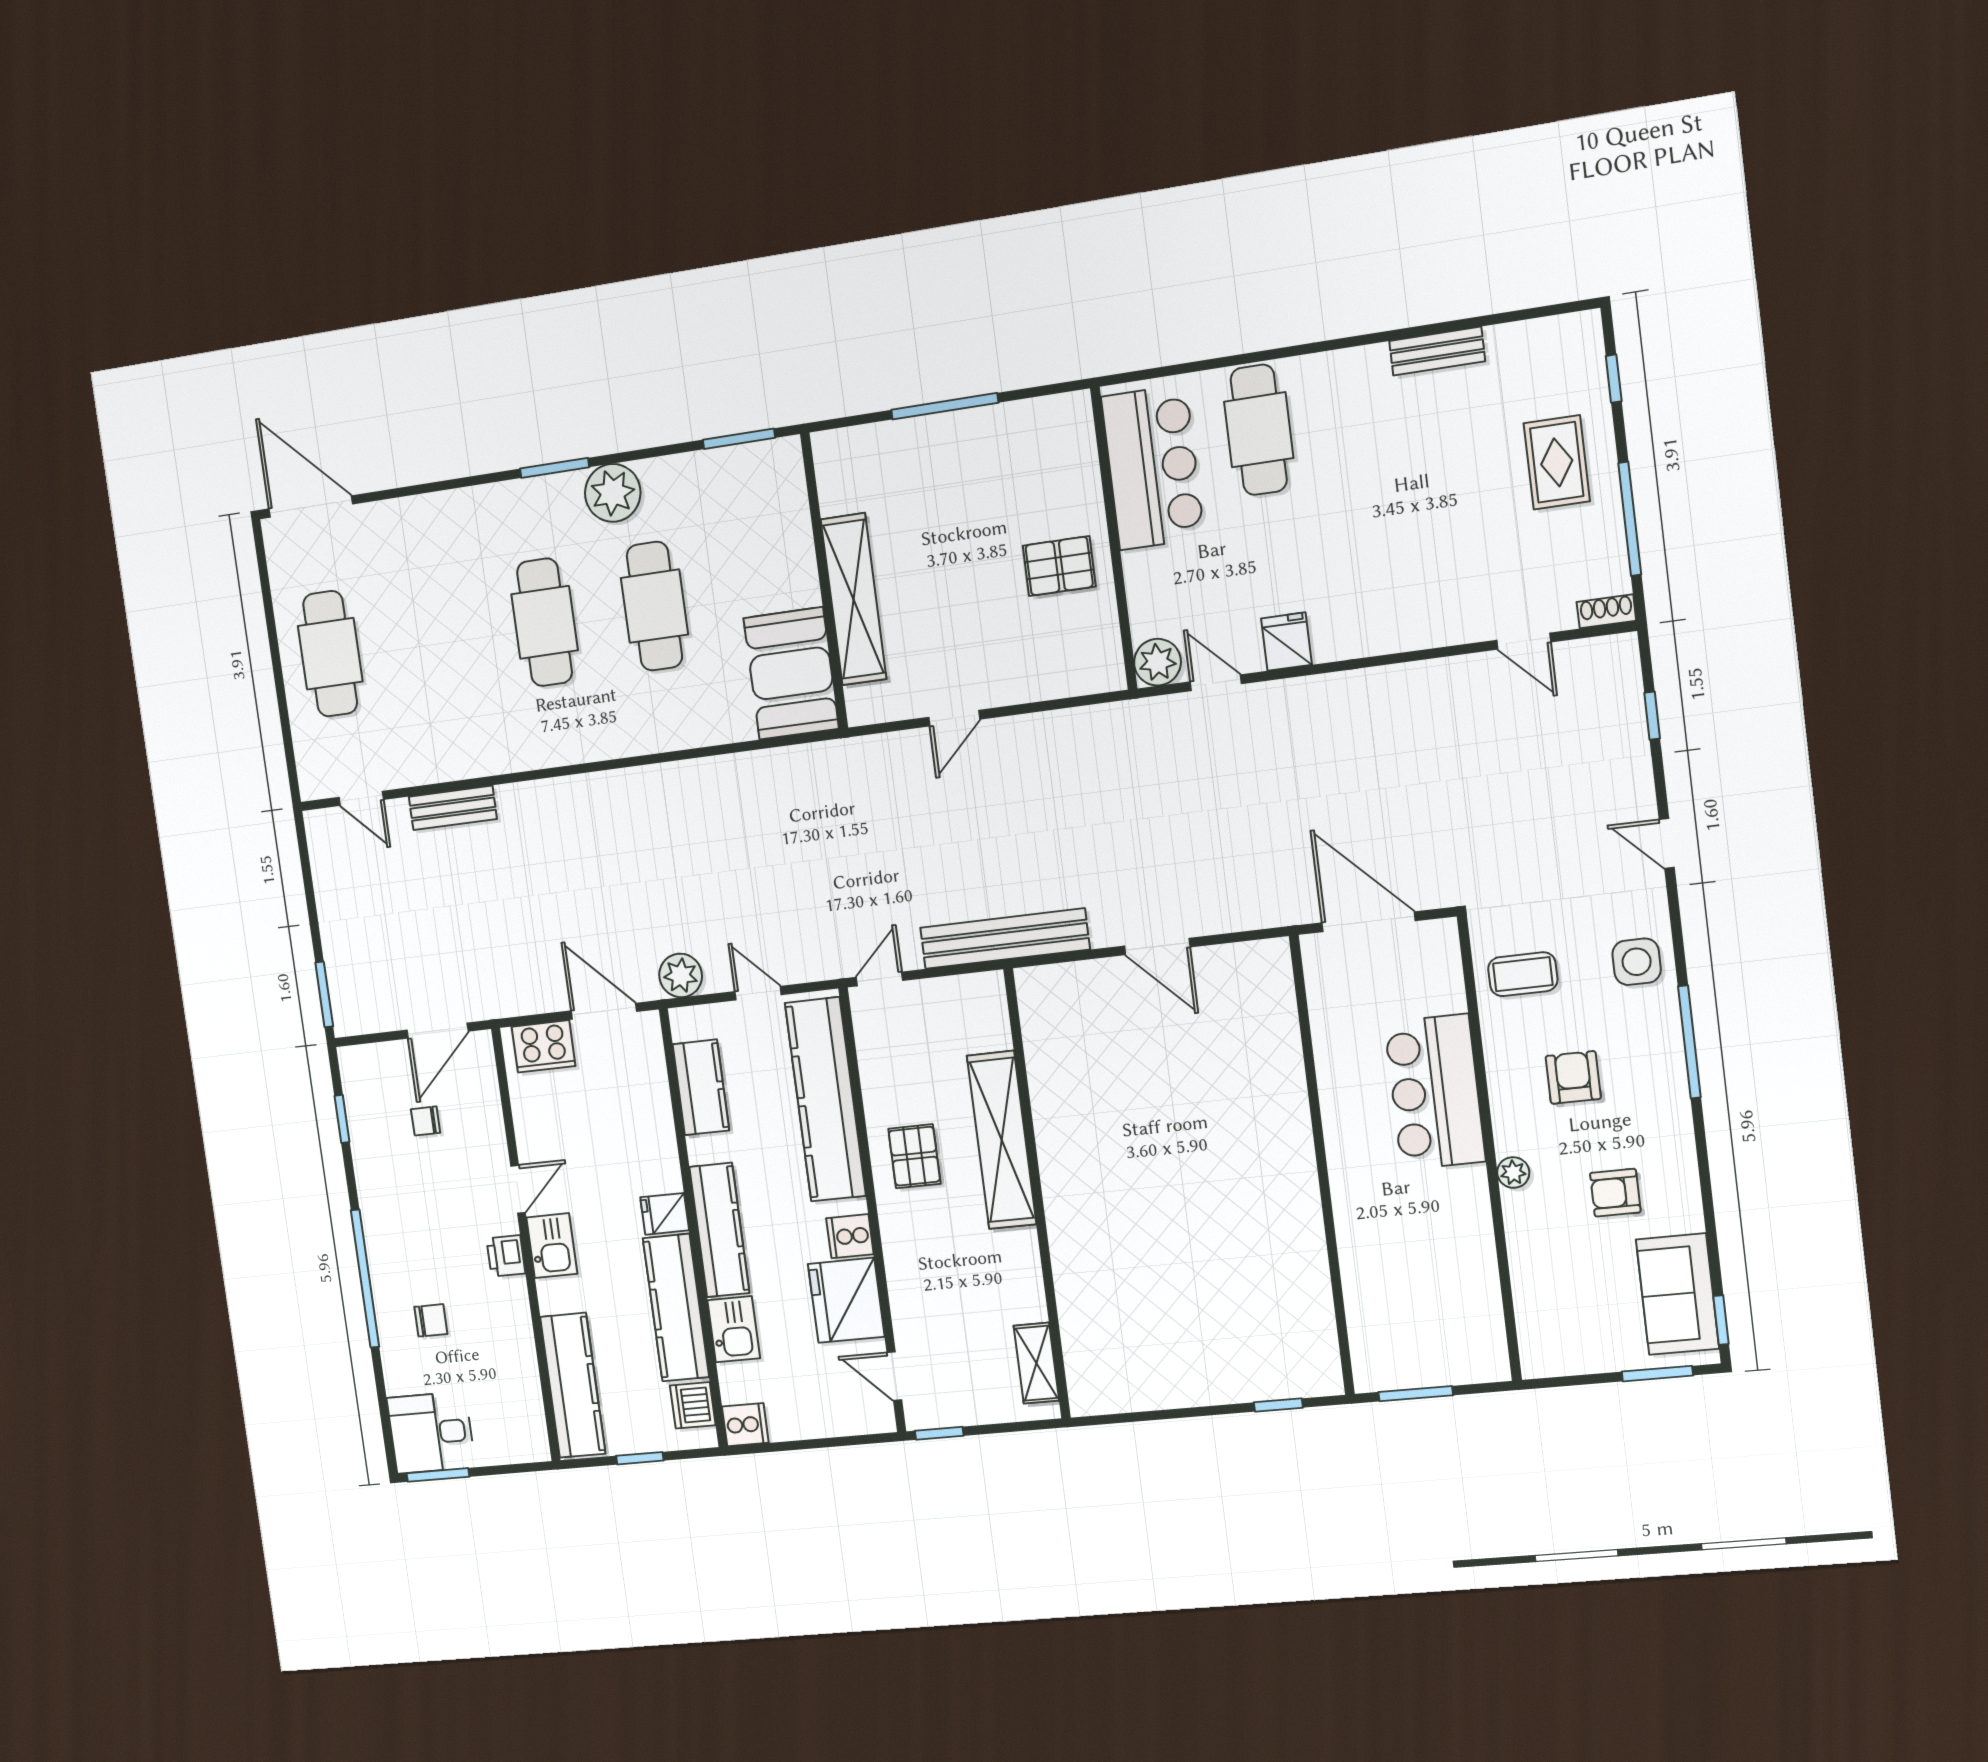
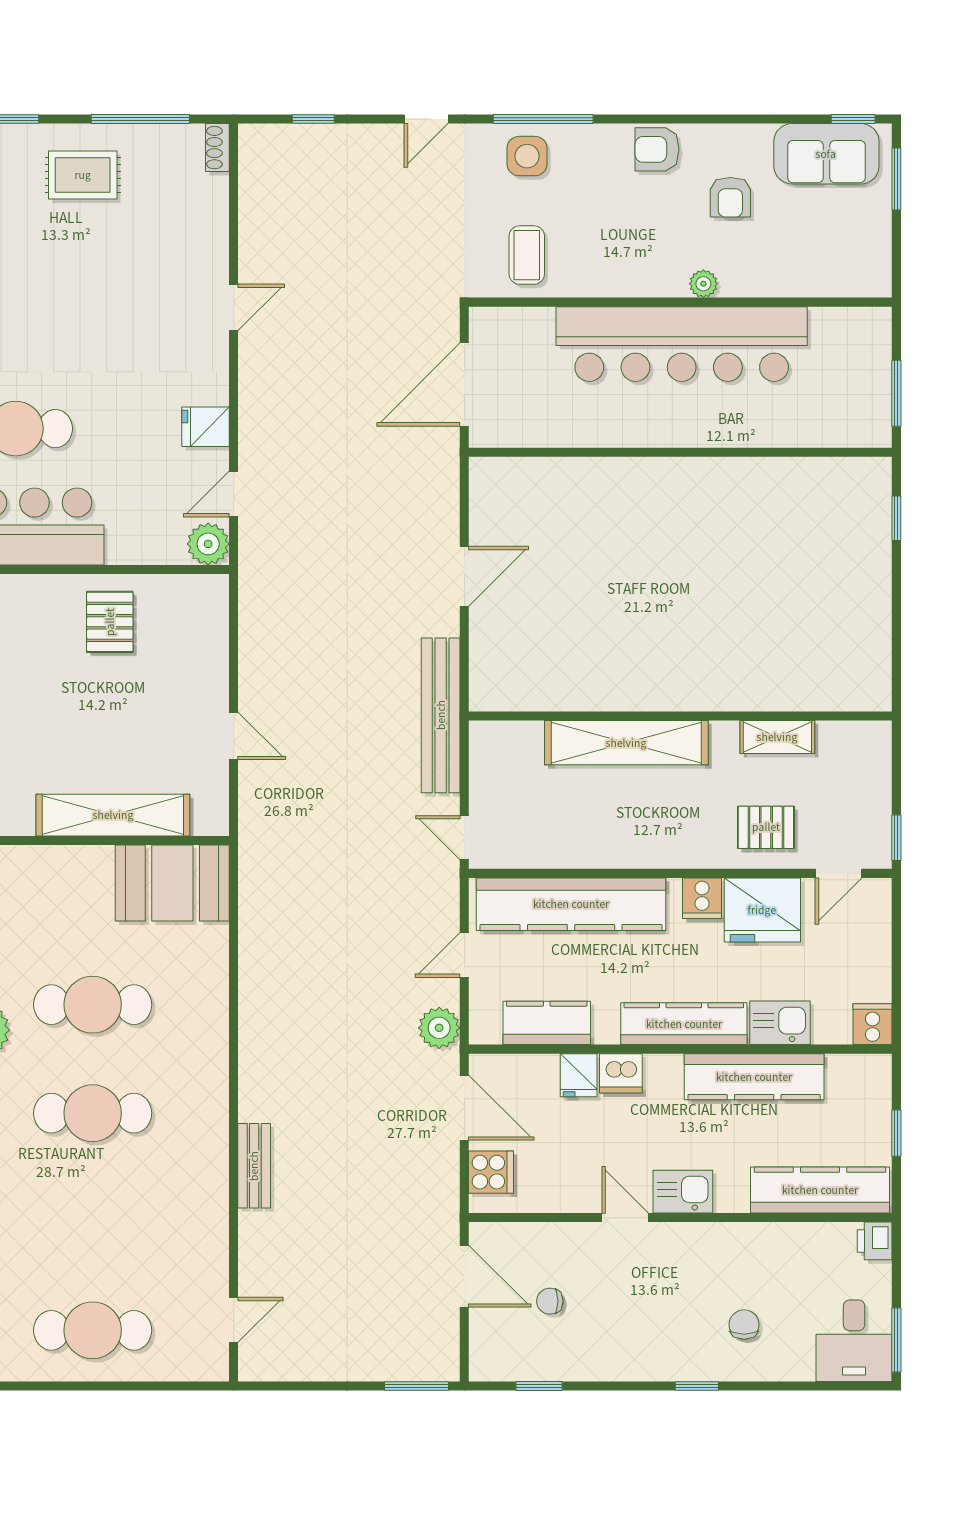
door: (1524, 641) -> (234, 307), moved
bench: (453, 808) -> (254, 1166), moved
door: (604, 1011) -> (464, 1108), swing flipped
window: (1689, 1042) -> (543, 119), moved
cooker: (544, 1046) -> (491, 1172), width x0.73
armchair: (1573, 1077) -> (657, 149), moved
bar counter: (1435, 1092) -> (682, 344), width x1.86
chair: (426, 1121) -> (550, 1301), turned 90
pallet: (914, 1156) -> (766, 827), moved
fridge: (665, 1214) -> (579, 1075), moved
printer: (506, 1256) -> (875, 1241), moved, turned 90
window: (365, 1279) -> (697, 1386), width x0.32
shelving: (1036, 1363) -> (777, 737), moved
dishwasher: (693, 1405) -> (621, 1073), moved

